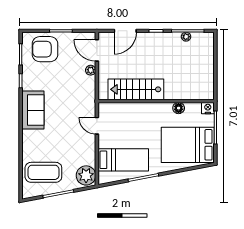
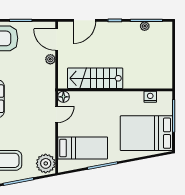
floor lamp: (179, 108) -> (63, 97), moved
nightstand: (208, 108) -> (150, 97), moved
door: (97, 126) -> (57, 114), swing flipped

